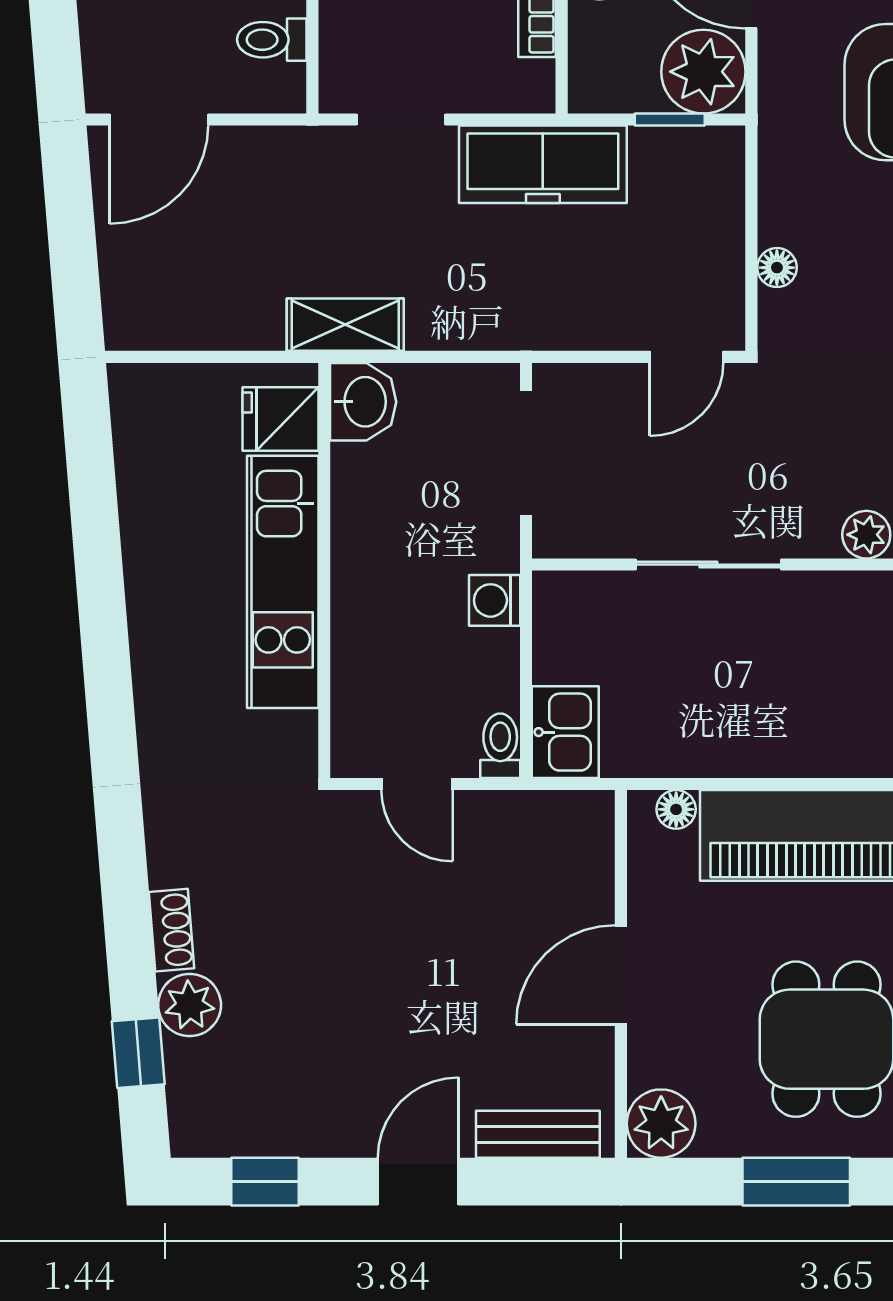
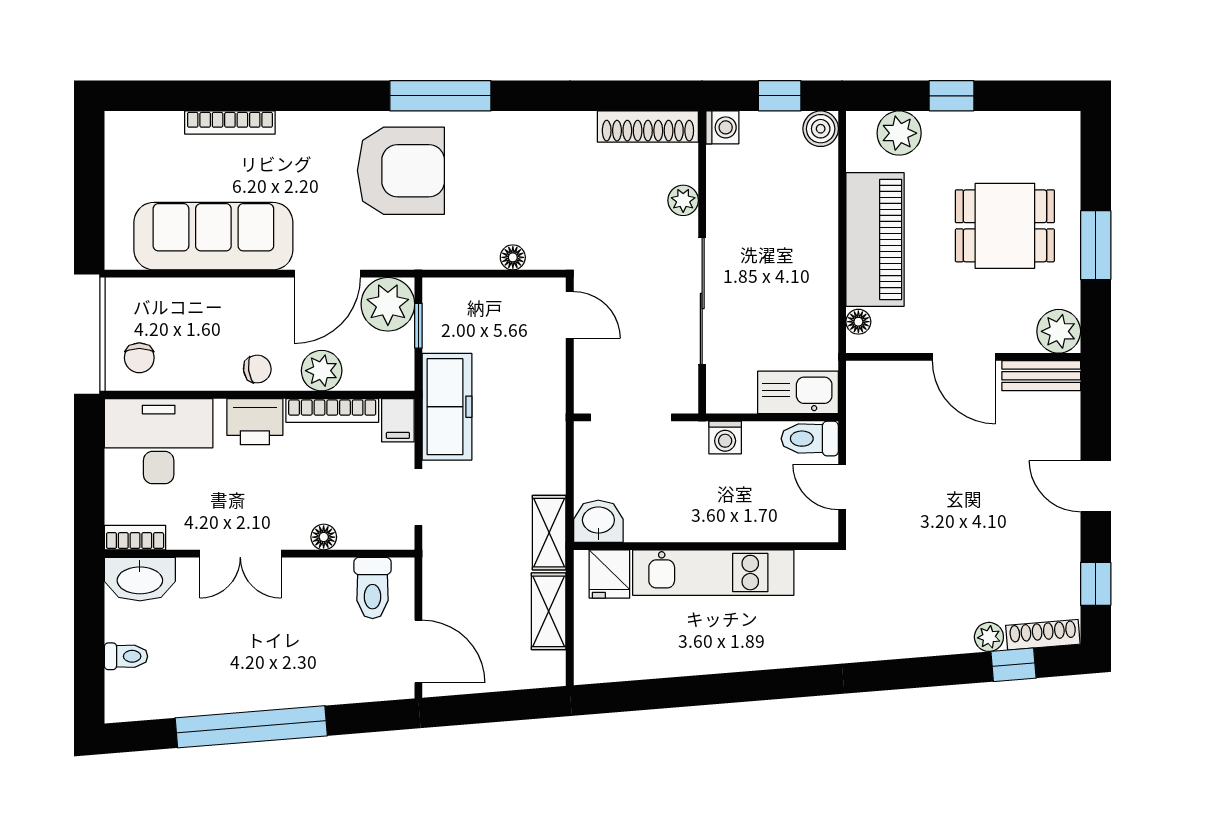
toilet: (272, 40) -> (373, 588), width x1.37, depth x1.39
filing cabinet: (522, 87) -> (398, 420), added
shelving: (222, 324) -> (549, 611), added
sliding door: (708, 565) -> (702, 301), width x1.37
kitchen sink: (565, 732) -> (798, 392), width x1.38
toilet: (500, 746) -> (810, 439), width x1.37, depth x1.39
door: (417, 784) -> (842, 487), swing flipped
shoe rack: (172, 930) -> (1043, 635), moved, width x1.43
plant: (190, 1005) -> (989, 637), width x0.73, depth x0.73
bench: (538, 1134) -> (1041, 376), moved, turned 90

